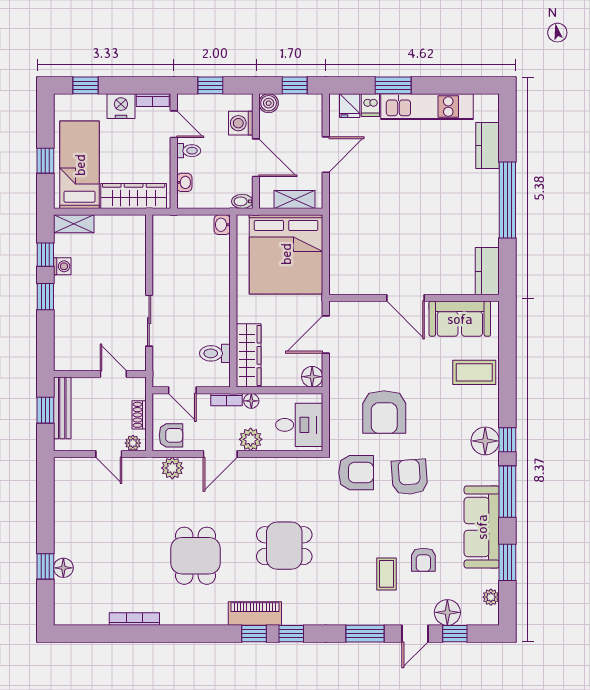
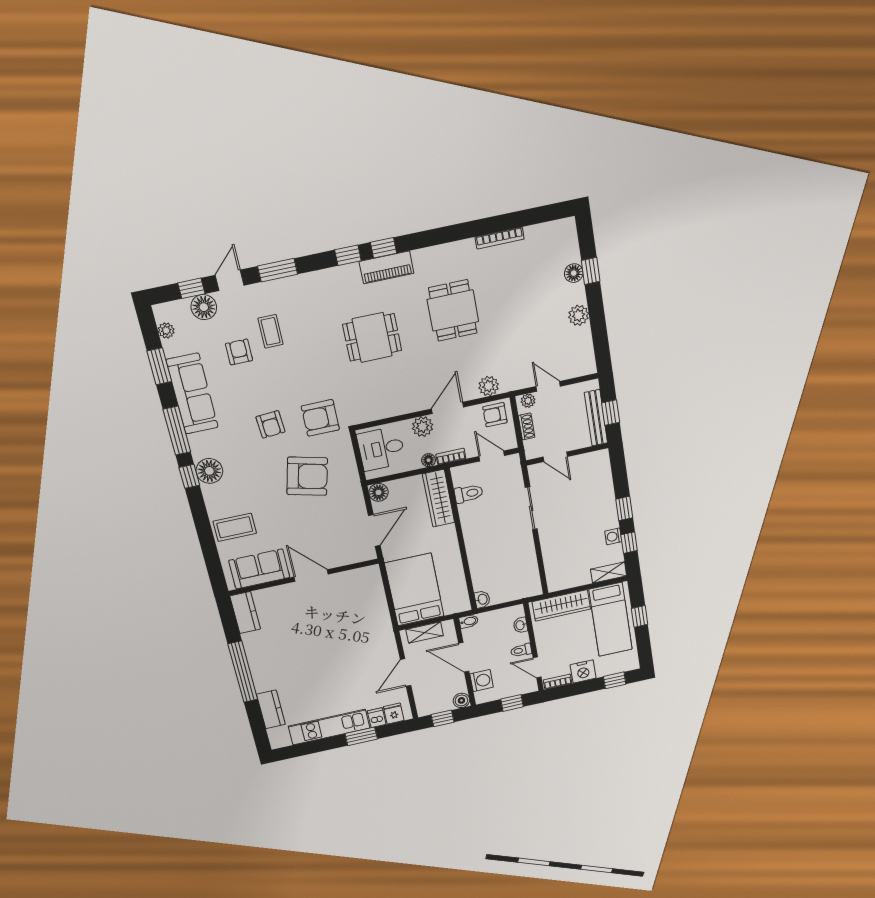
bed: (286, 254) -> (414, 590), width x0.73
armchair: (384, 412) -> (307, 476), turned 104
armchair: (410, 477) -> (270, 424), width x0.72, depth x0.72
plant: (65, 523) -> (579, 315), added

